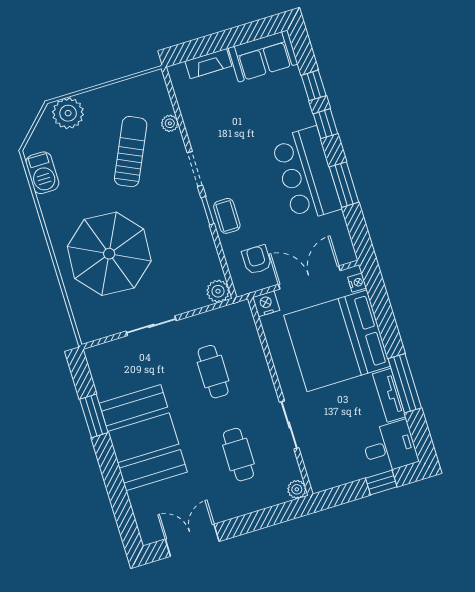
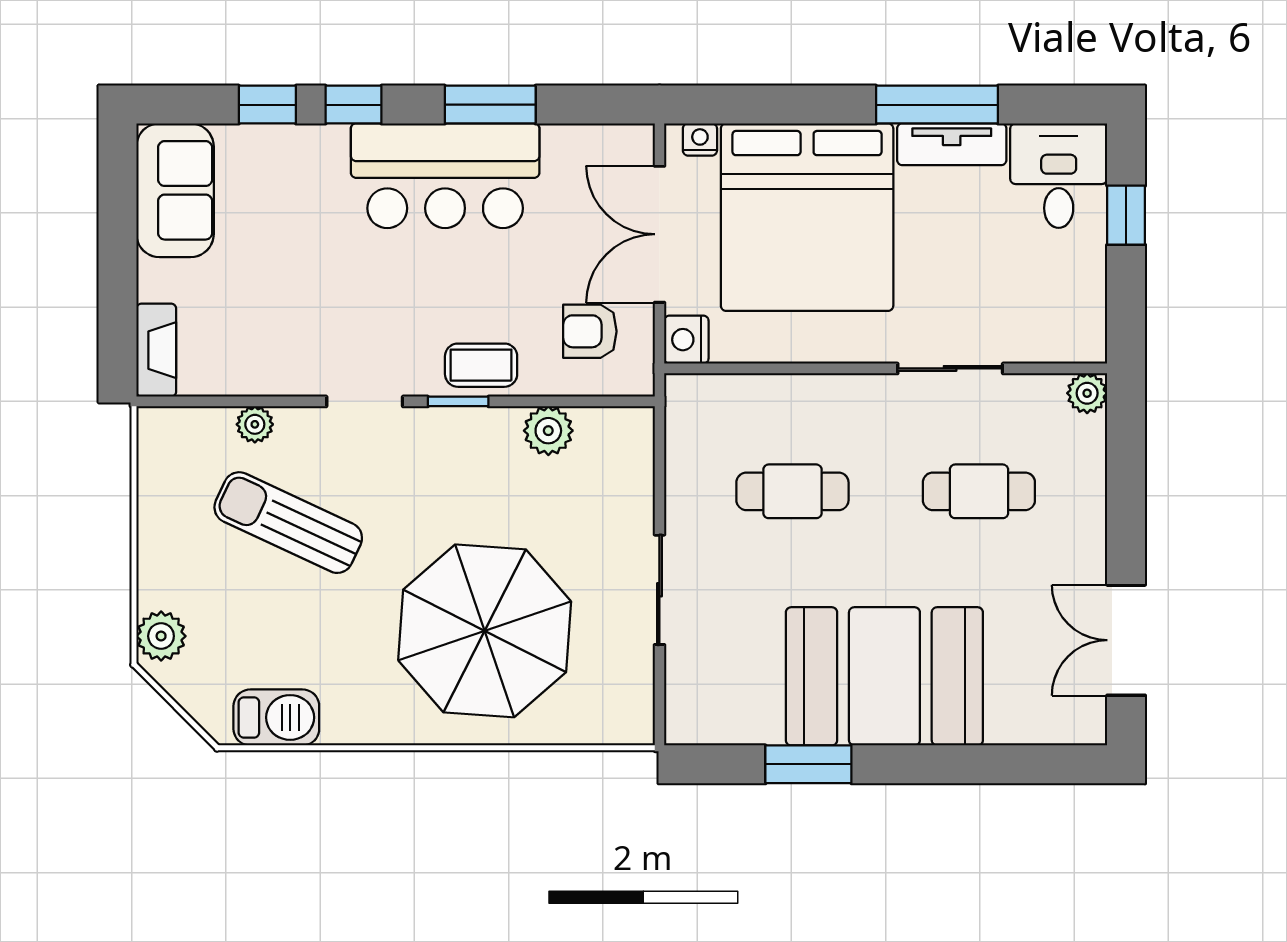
fireplace: (208, 64) -> (156, 350), moved
plant: (68, 113) -> (161, 636), width x0.73, depth x0.73
plant: (218, 291) -> (548, 431), moved

